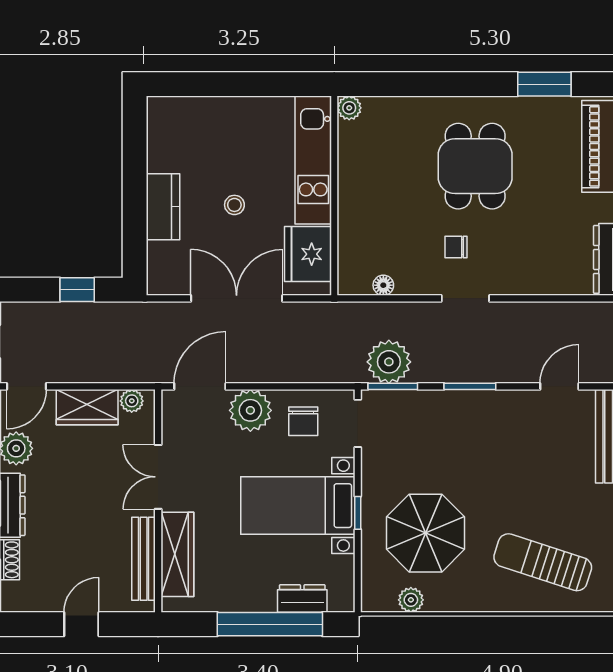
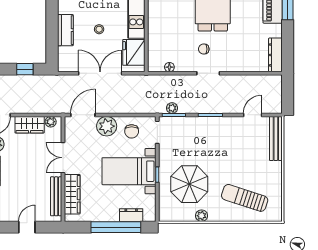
plant: (389, 362) -> (172, 108), width x0.53, depth x0.53
plant: (411, 600) -> (202, 216), moved

